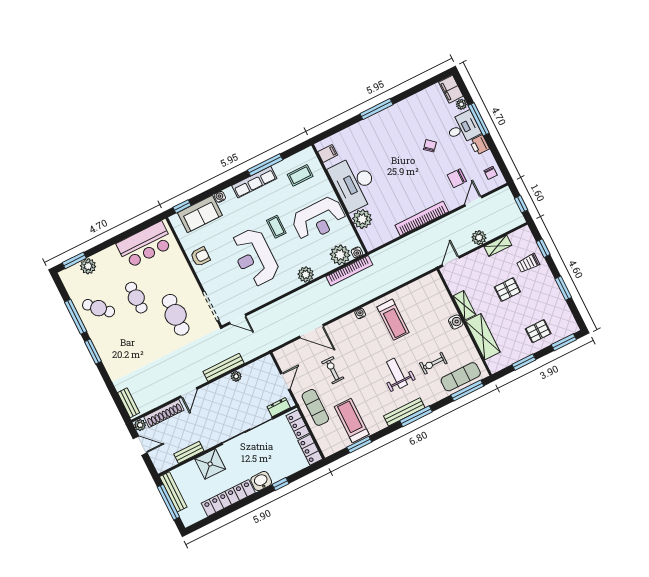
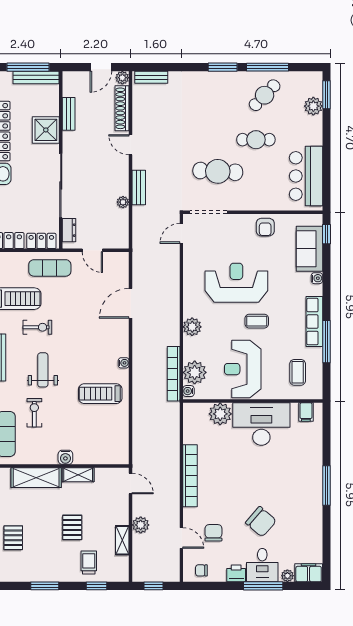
chair: (430, 146) -> (261, 522), width x1.87, depth x1.87
bench: (224, 367) -> (139, 187), width x0.73
exercise bike: (333, 370) -> (37, 327), moved
weight bench: (397, 373) -> (43, 370), turned -90

